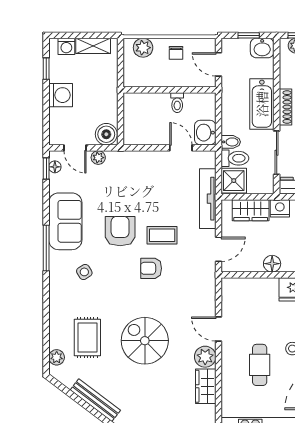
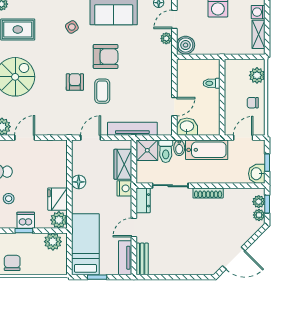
toilet: (177, 103) -> (212, 83), moved
bathtub: (262, 104) -> (207, 150), moved, turned 180
door: (218, 249) -> (91, 138), swing flipped

